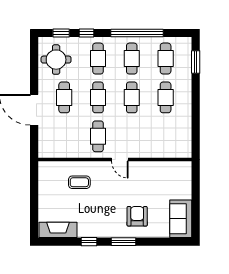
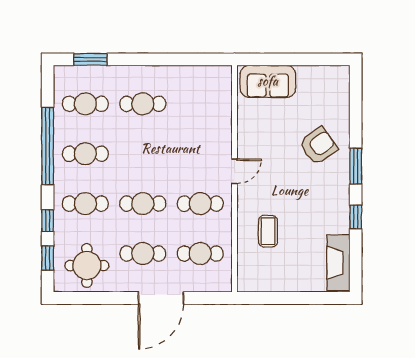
cafe table: (132, 97) -> (200, 254), moved
armchair: (137, 216) -> (318, 146), turned 145
sofa: (181, 219) -> (268, 81), moved

